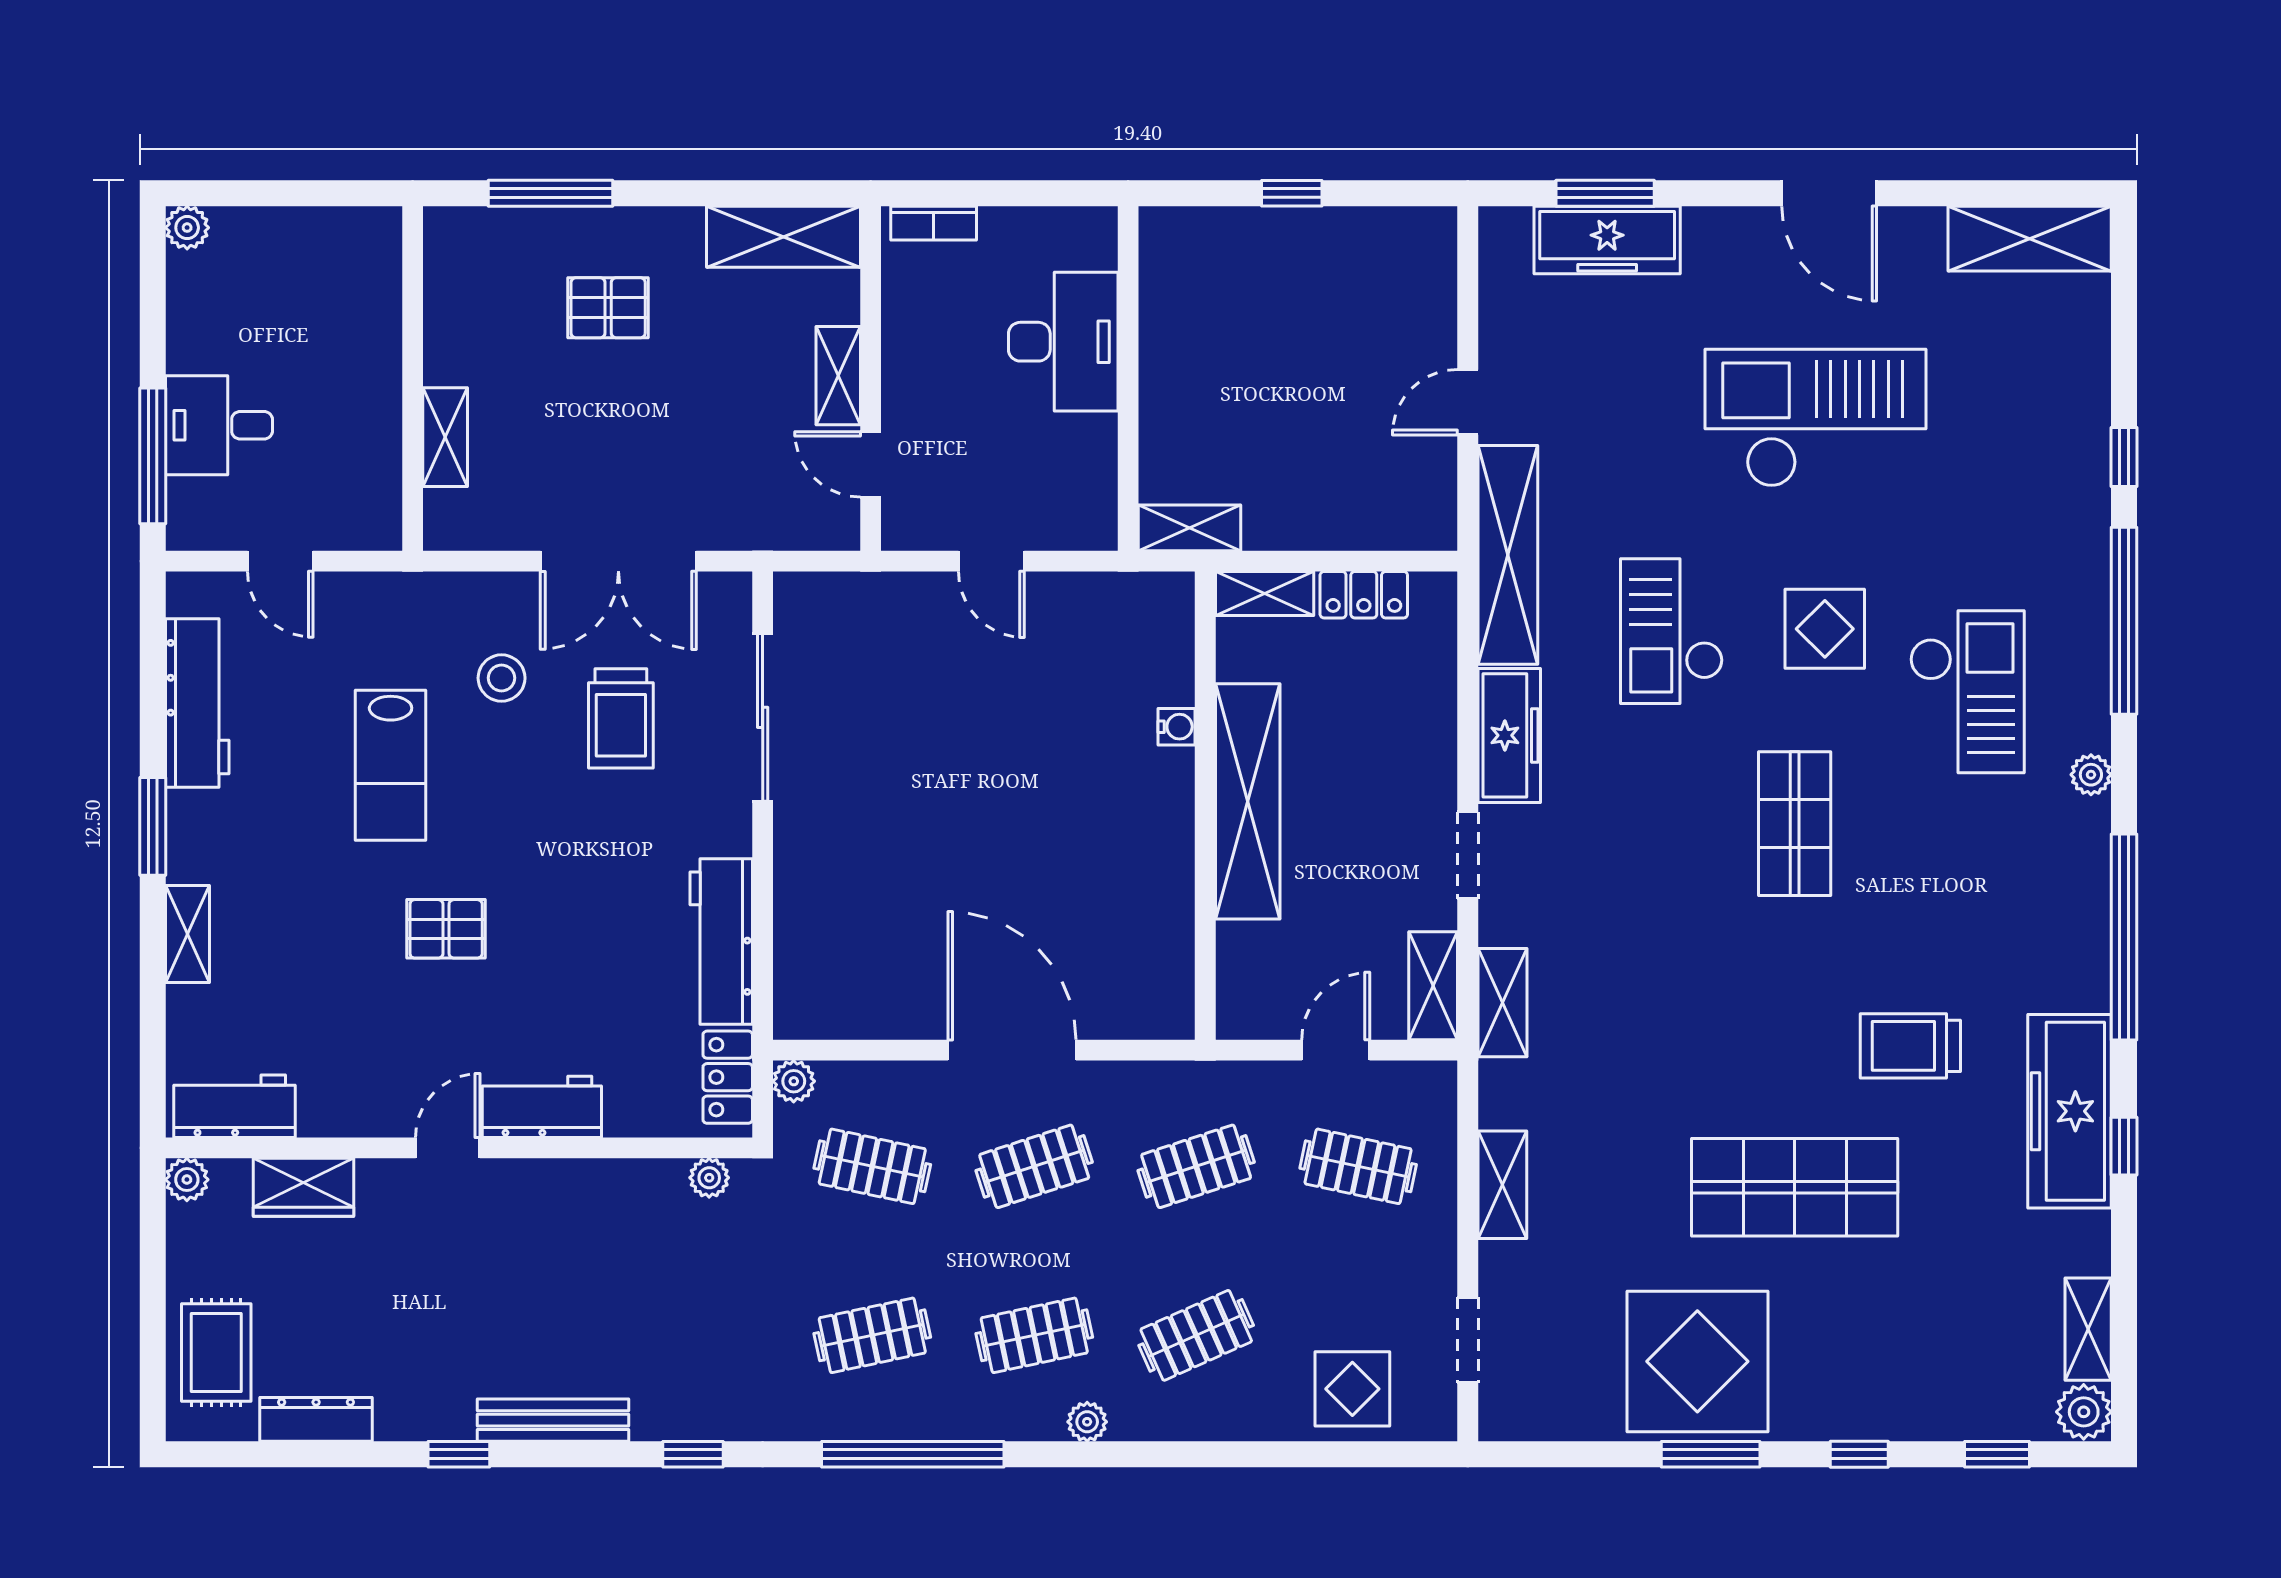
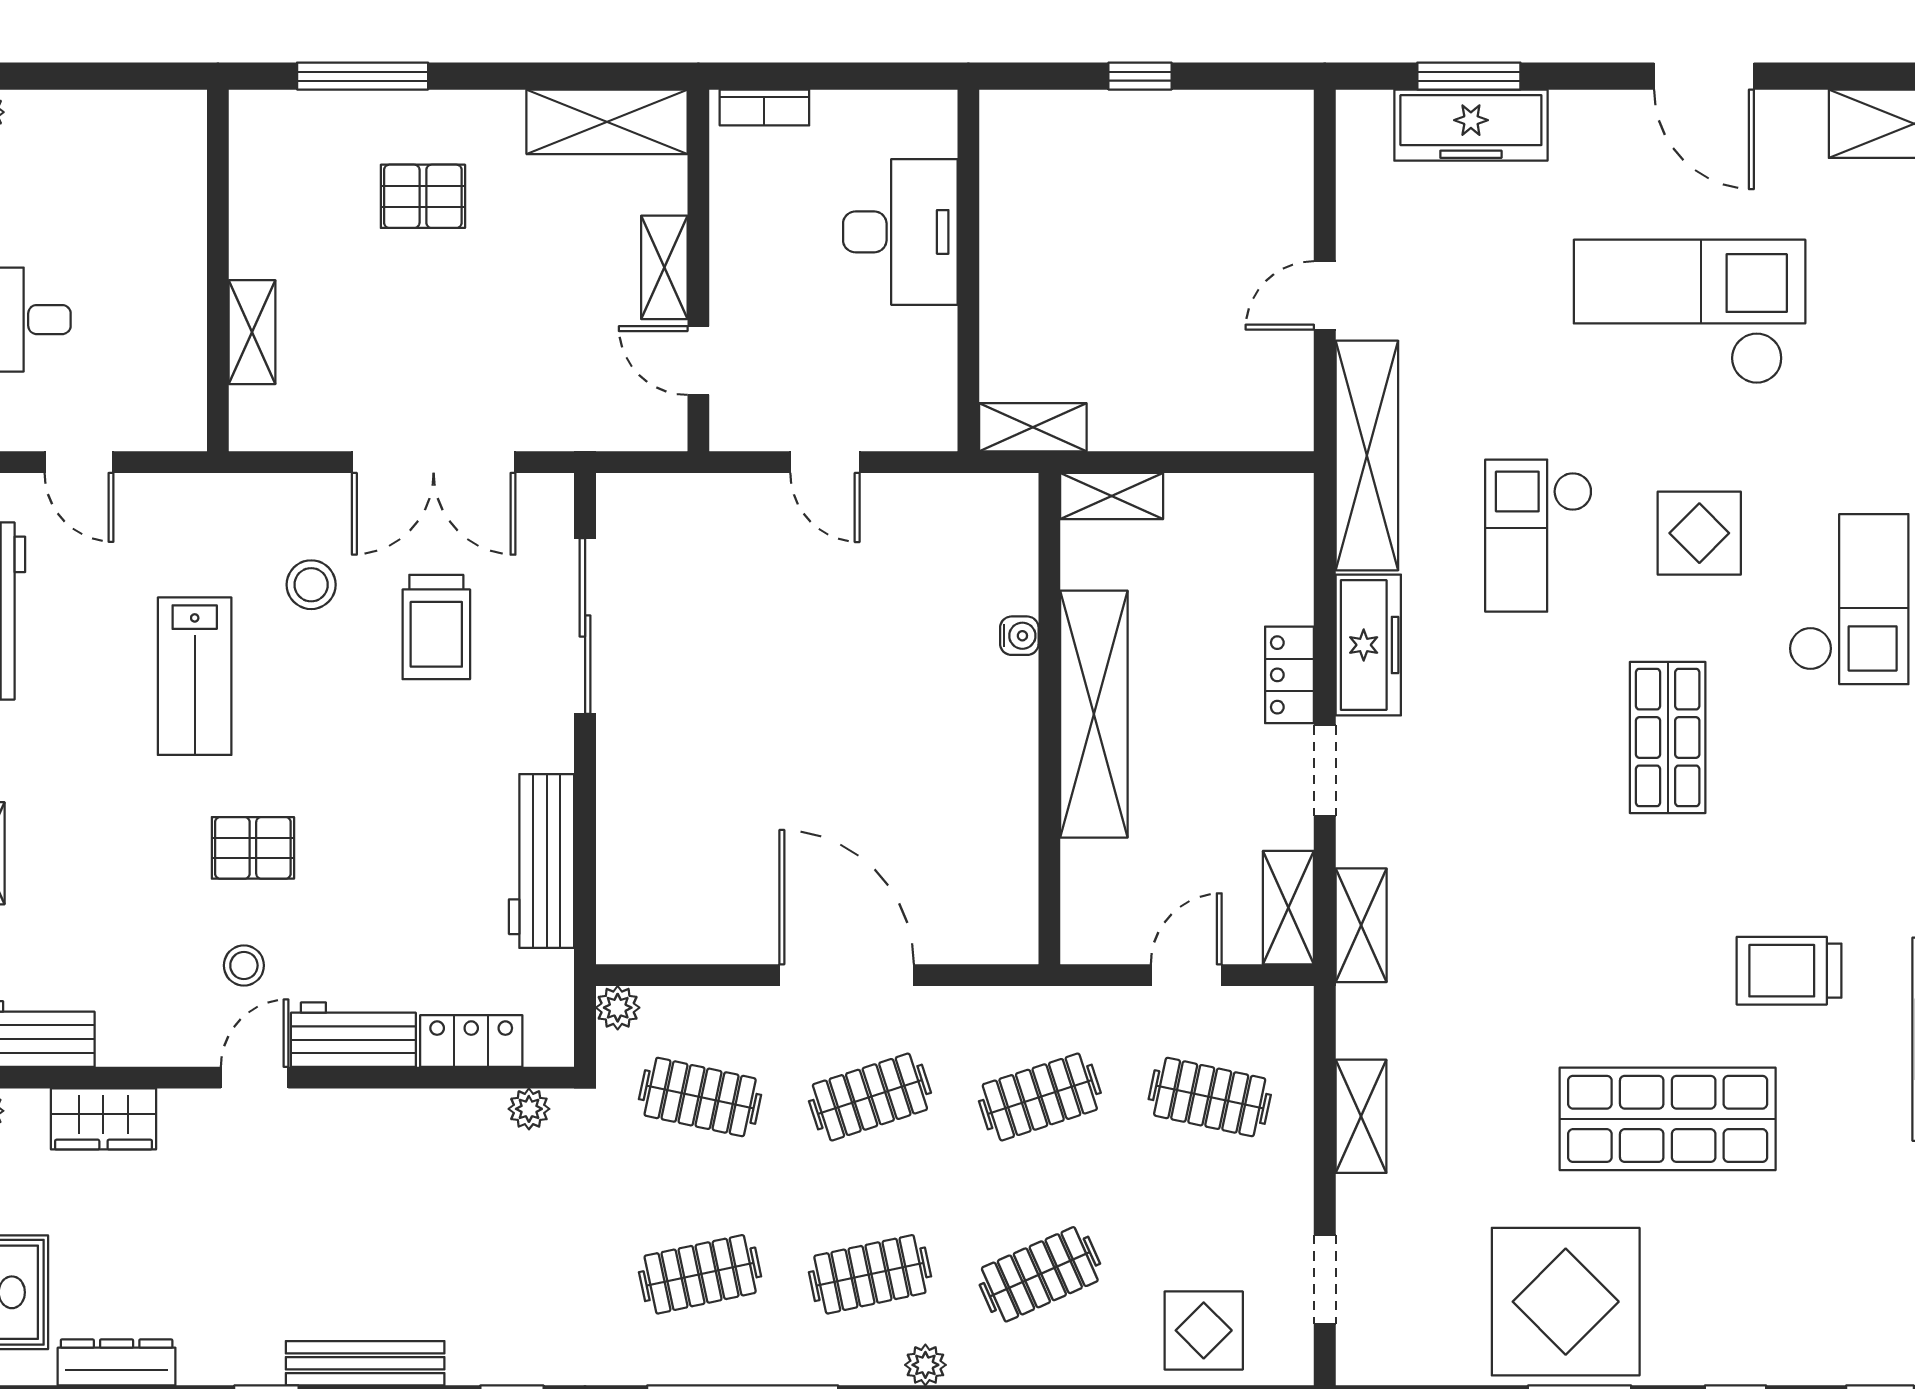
locker: (1364, 595) -> (1290, 675), moved, turned 90
stool: (437, 1041) -> (244, 965), added
locker: (728, 1077) -> (471, 1041), moved, turned 90

